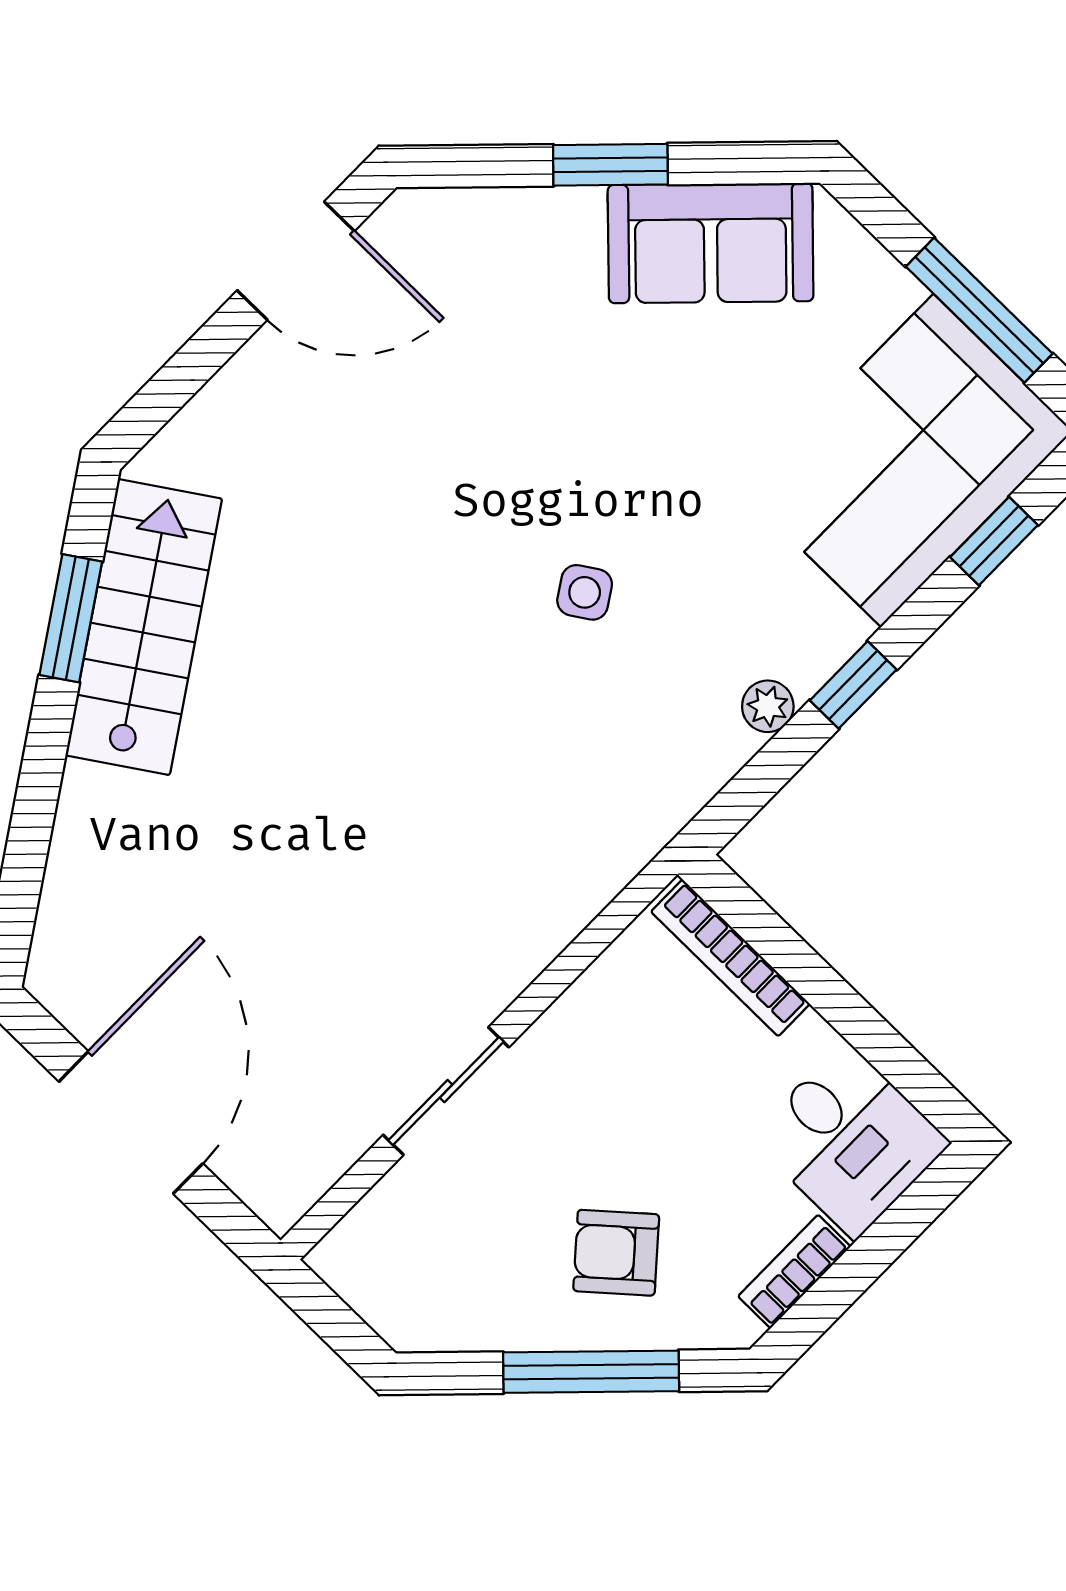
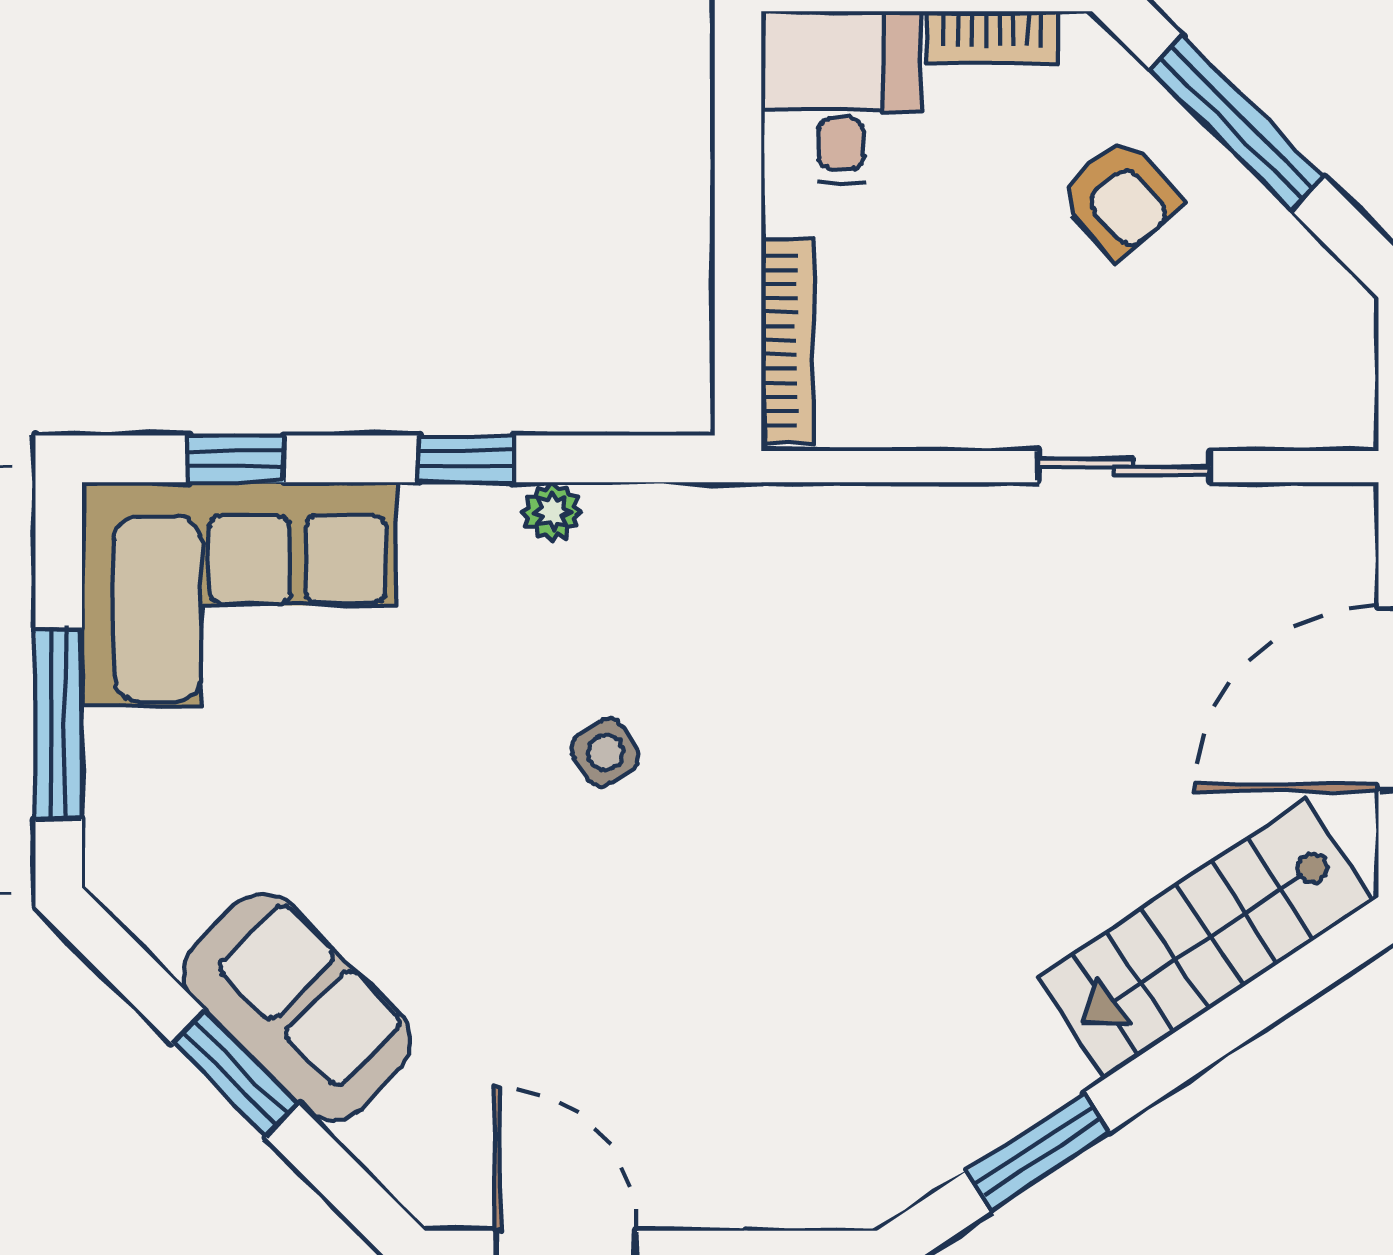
sofa: (711, 243) -> (297, 1007), moved
window: (979, 310) -> (59, 724), moved
stairs: (144, 627) -> (1205, 940), moved

